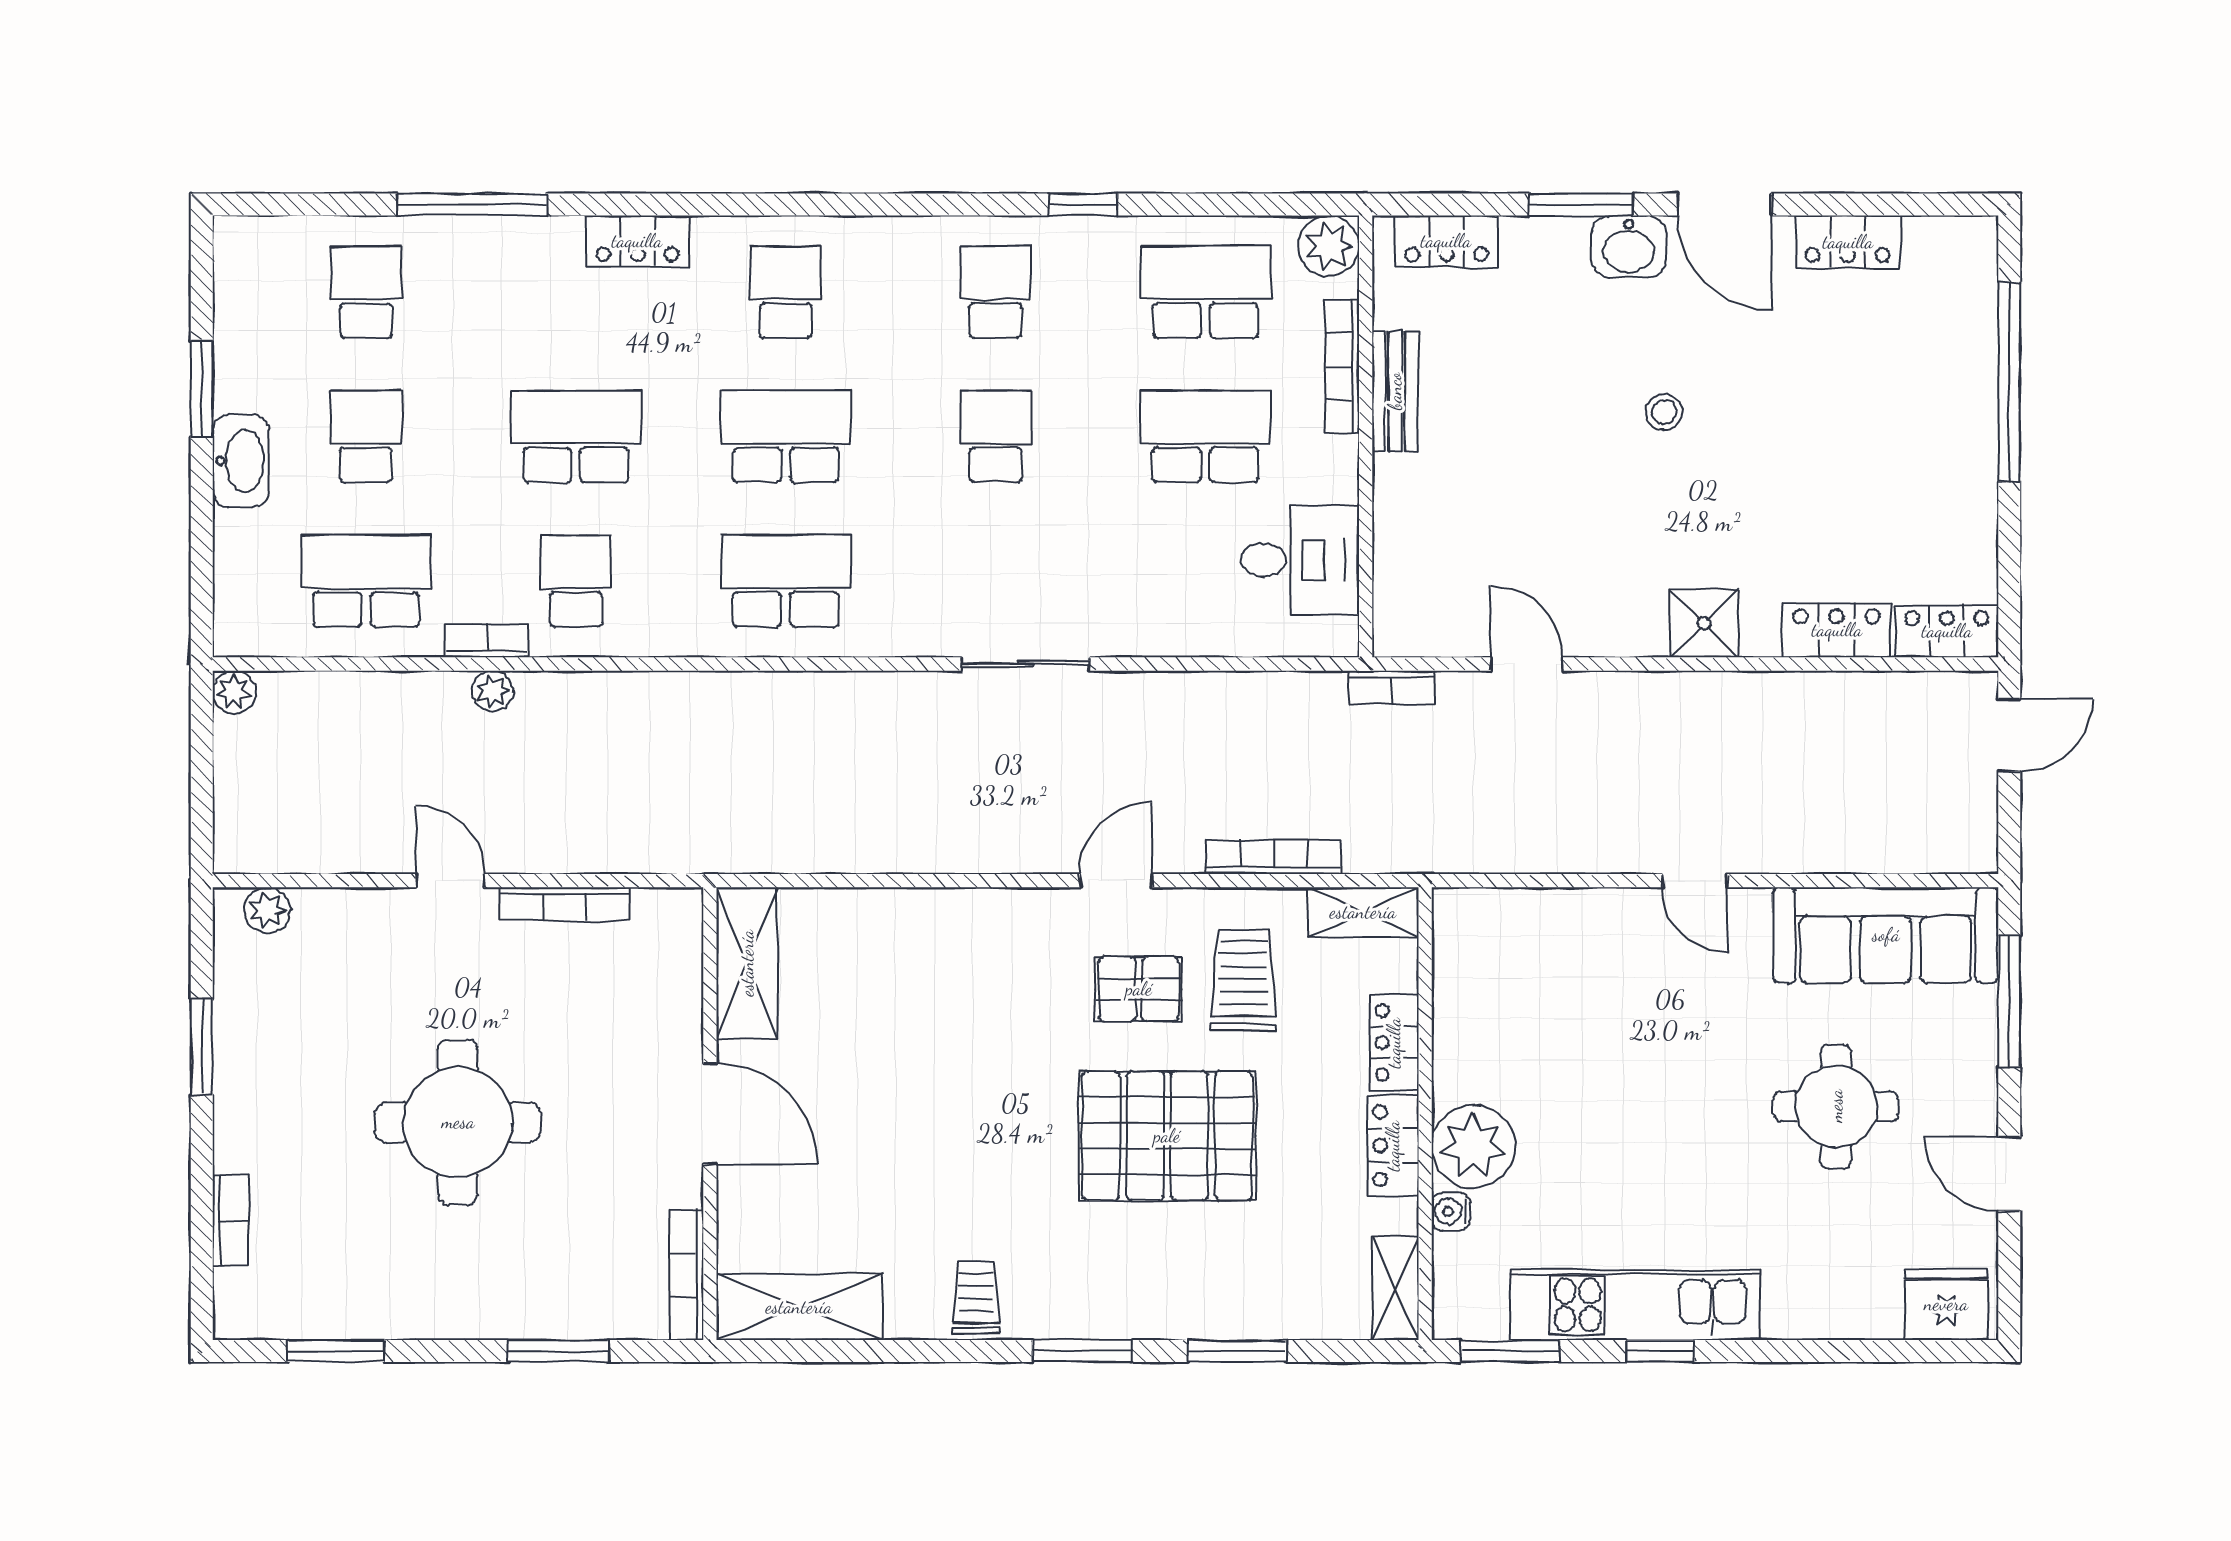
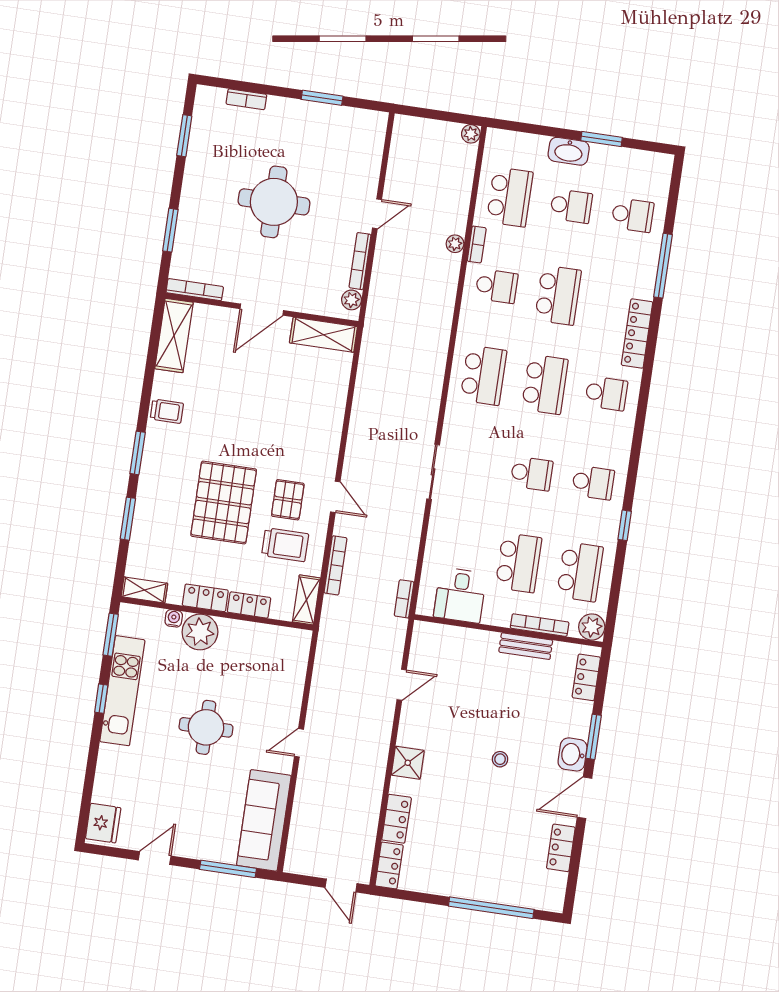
locker: (637, 241) -> (637, 334), width x1.53
bookcase: (1392, 688) -> (404, 599), moved
plant: (267, 910) -> (352, 300), moved
round table: (1836, 1106) -> (206, 727), moved

